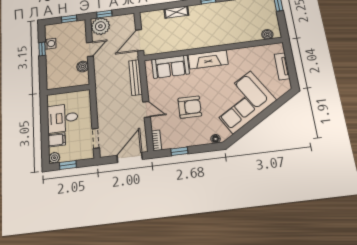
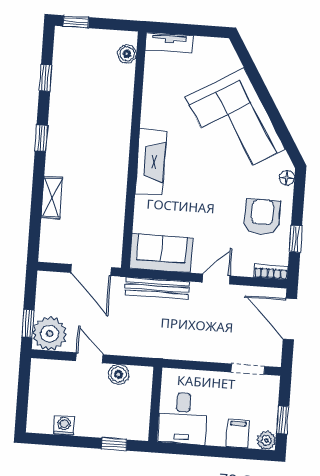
window: (69, 19) -> (23, 387), removed
window: (42, 49) -> (114, 444), moved
tv unit: (282, 66) -> (169, 43), moved
sofa: (171, 67) -> (161, 253), moved, turned -90
armchair: (190, 107) -> (262, 217), moved
desk: (62, 118) -> (183, 418), moved

